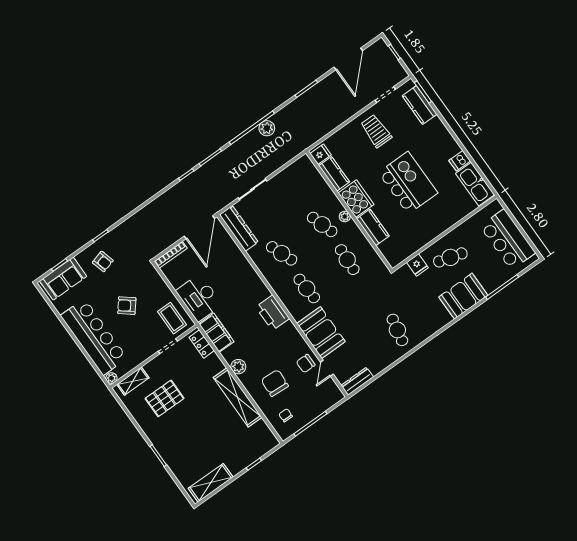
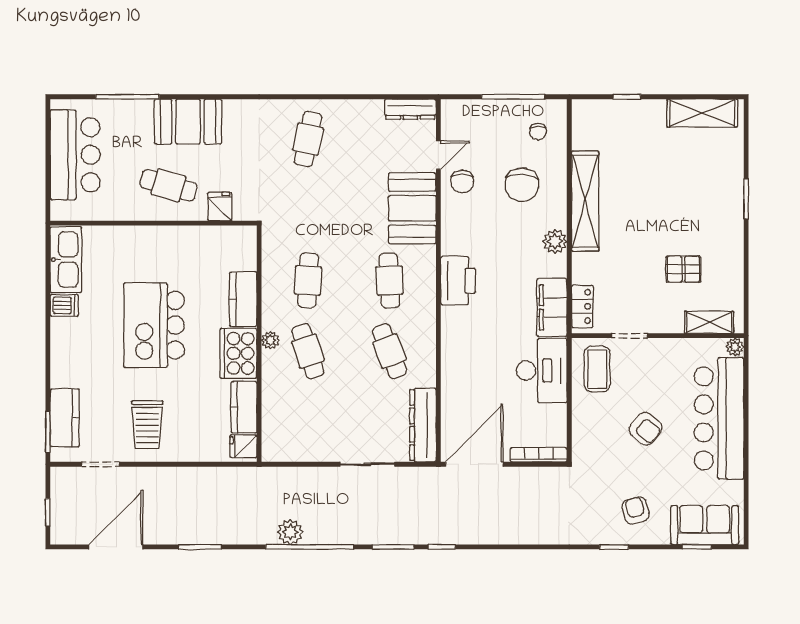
chair: (306, 364) -> (462, 182), turned 90
pallet: (165, 398) -> (683, 269), width x0.67, depth x0.71

